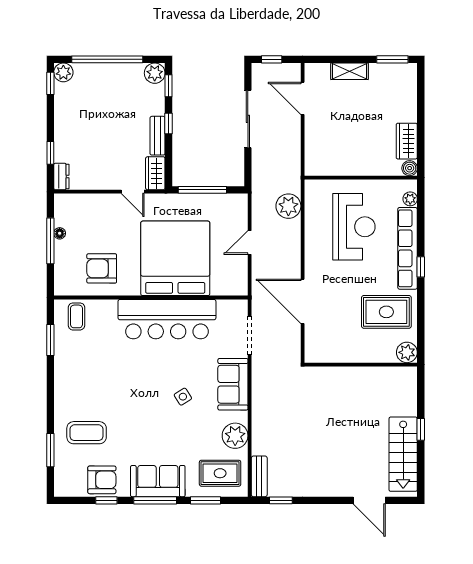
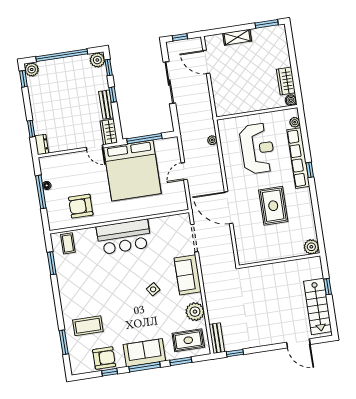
plant: (288, 206) -> (212, 140), width x0.53, depth x0.53
bed: (175, 258) -> (132, 171), moved, turned 180
rug: (386, 312) -> (273, 206), moved, turned 90
bar counter: (167, 319) -> (124, 237), width x0.73
plant: (407, 352) -> (311, 247), moved
wall: (361, 365) -> (280, 261), moved

